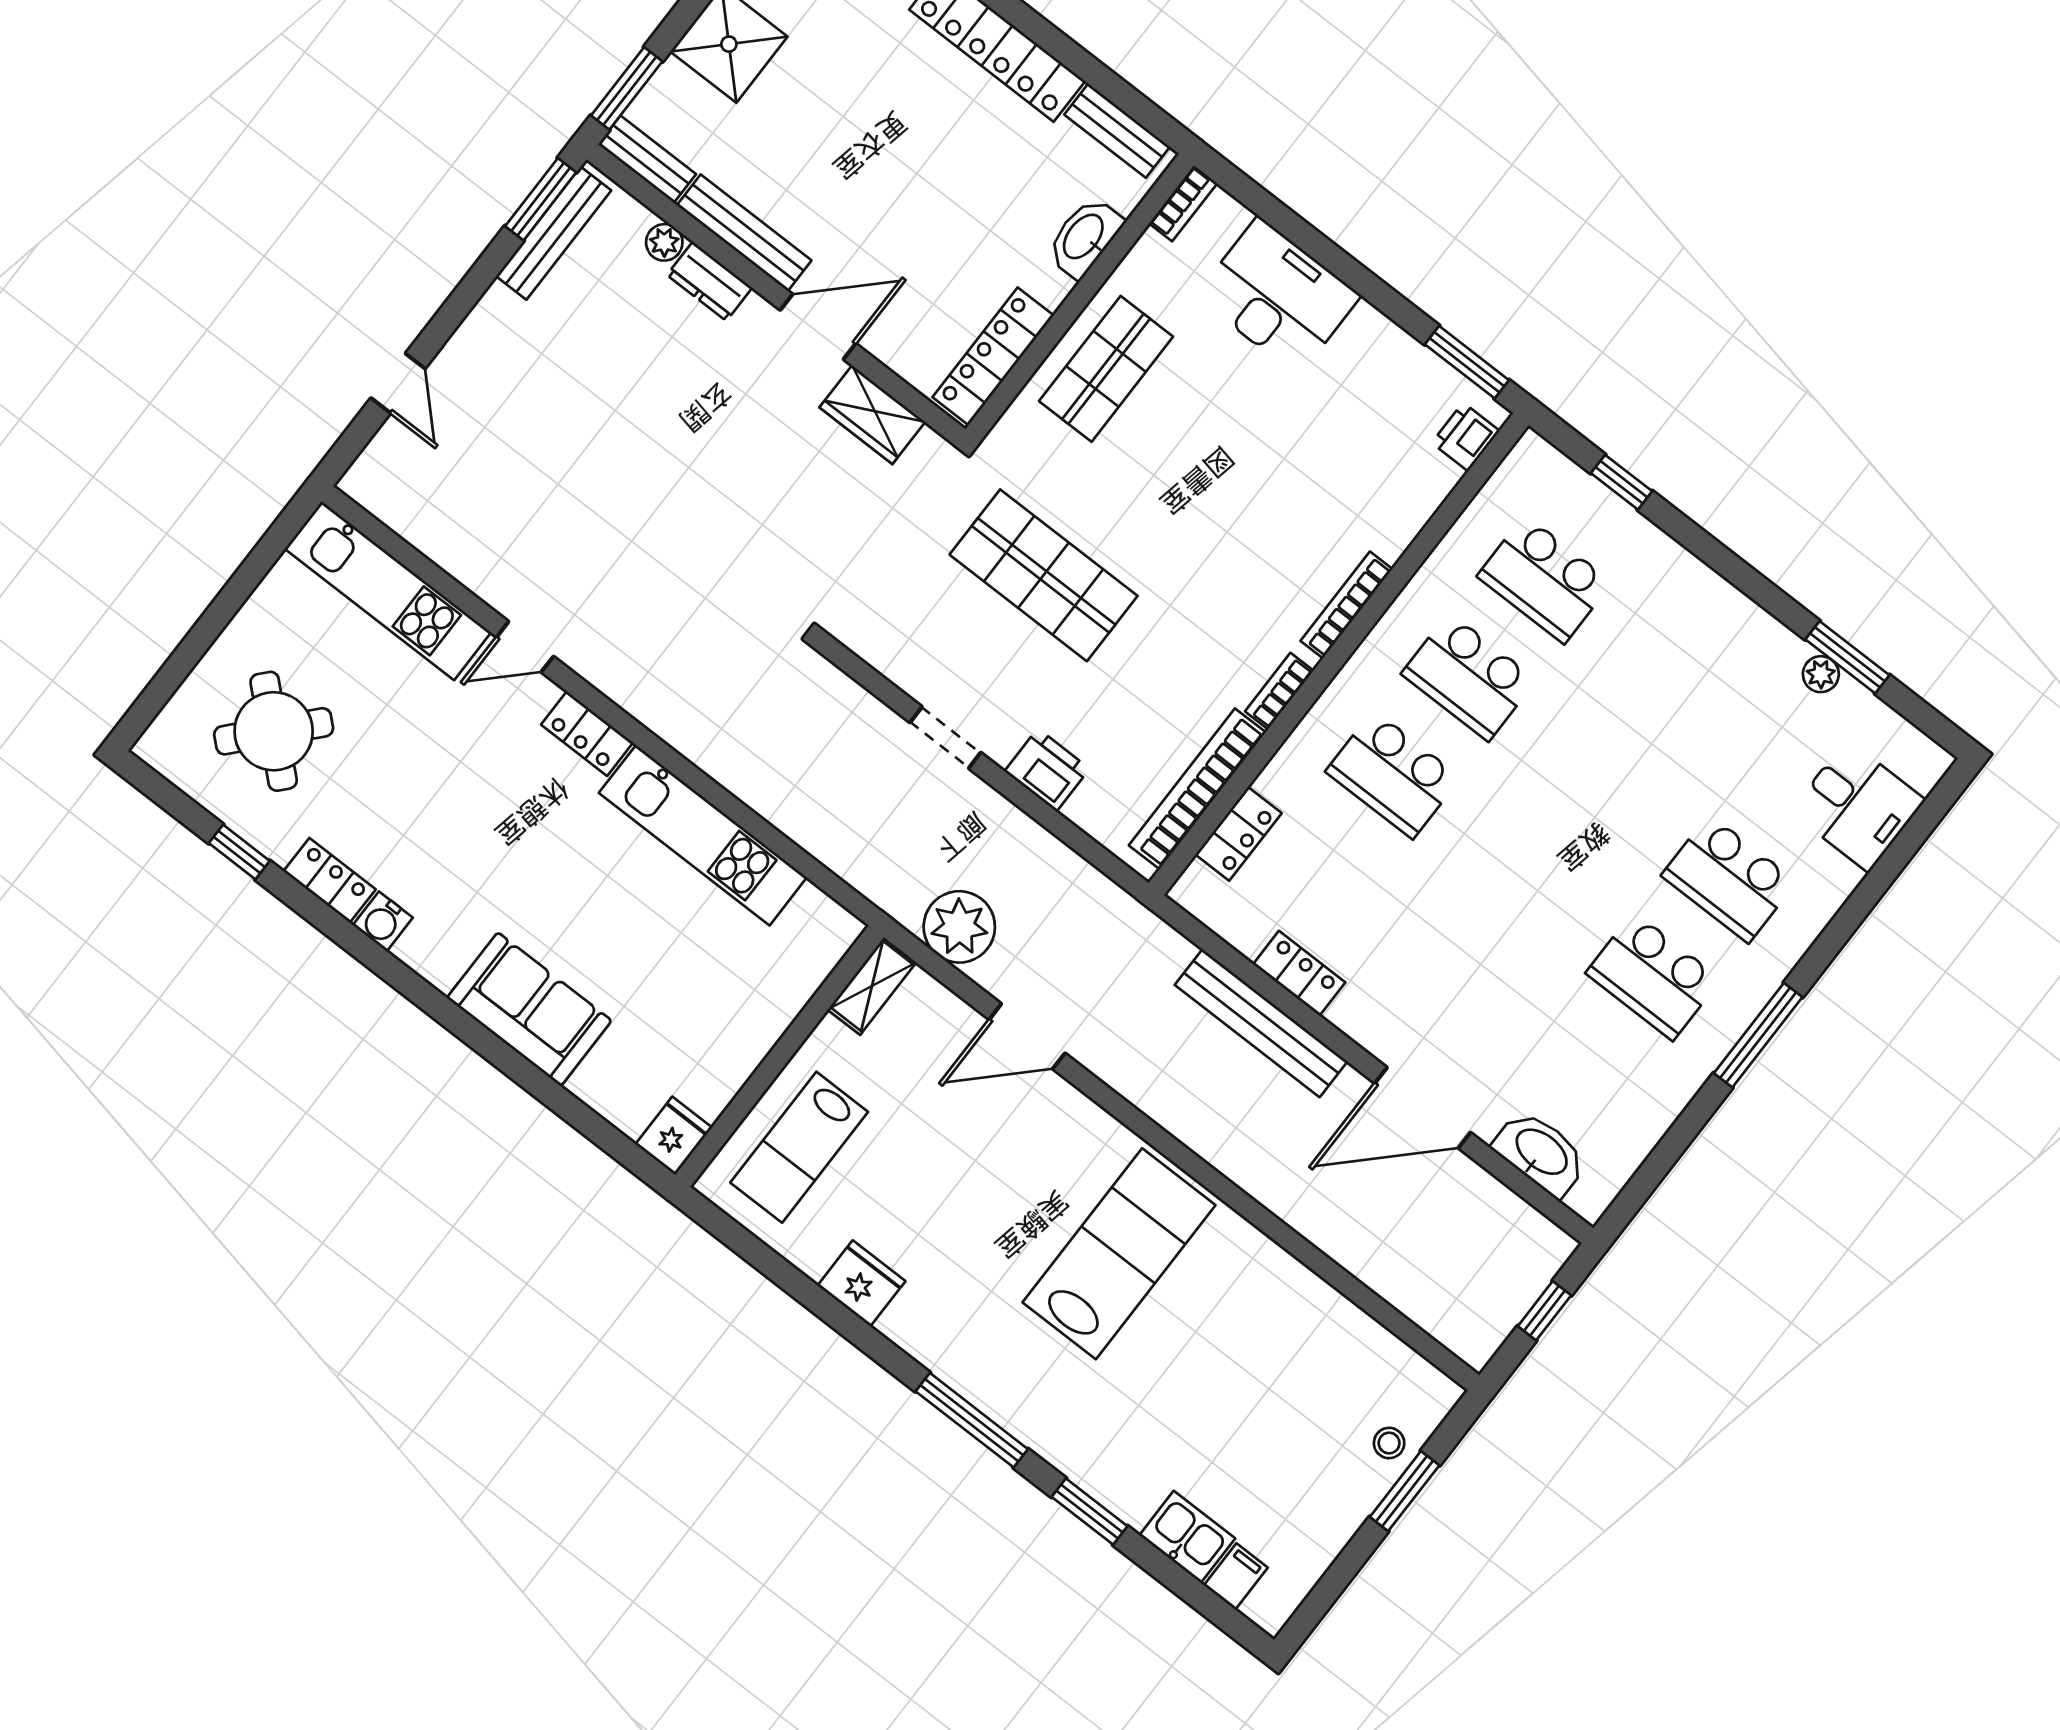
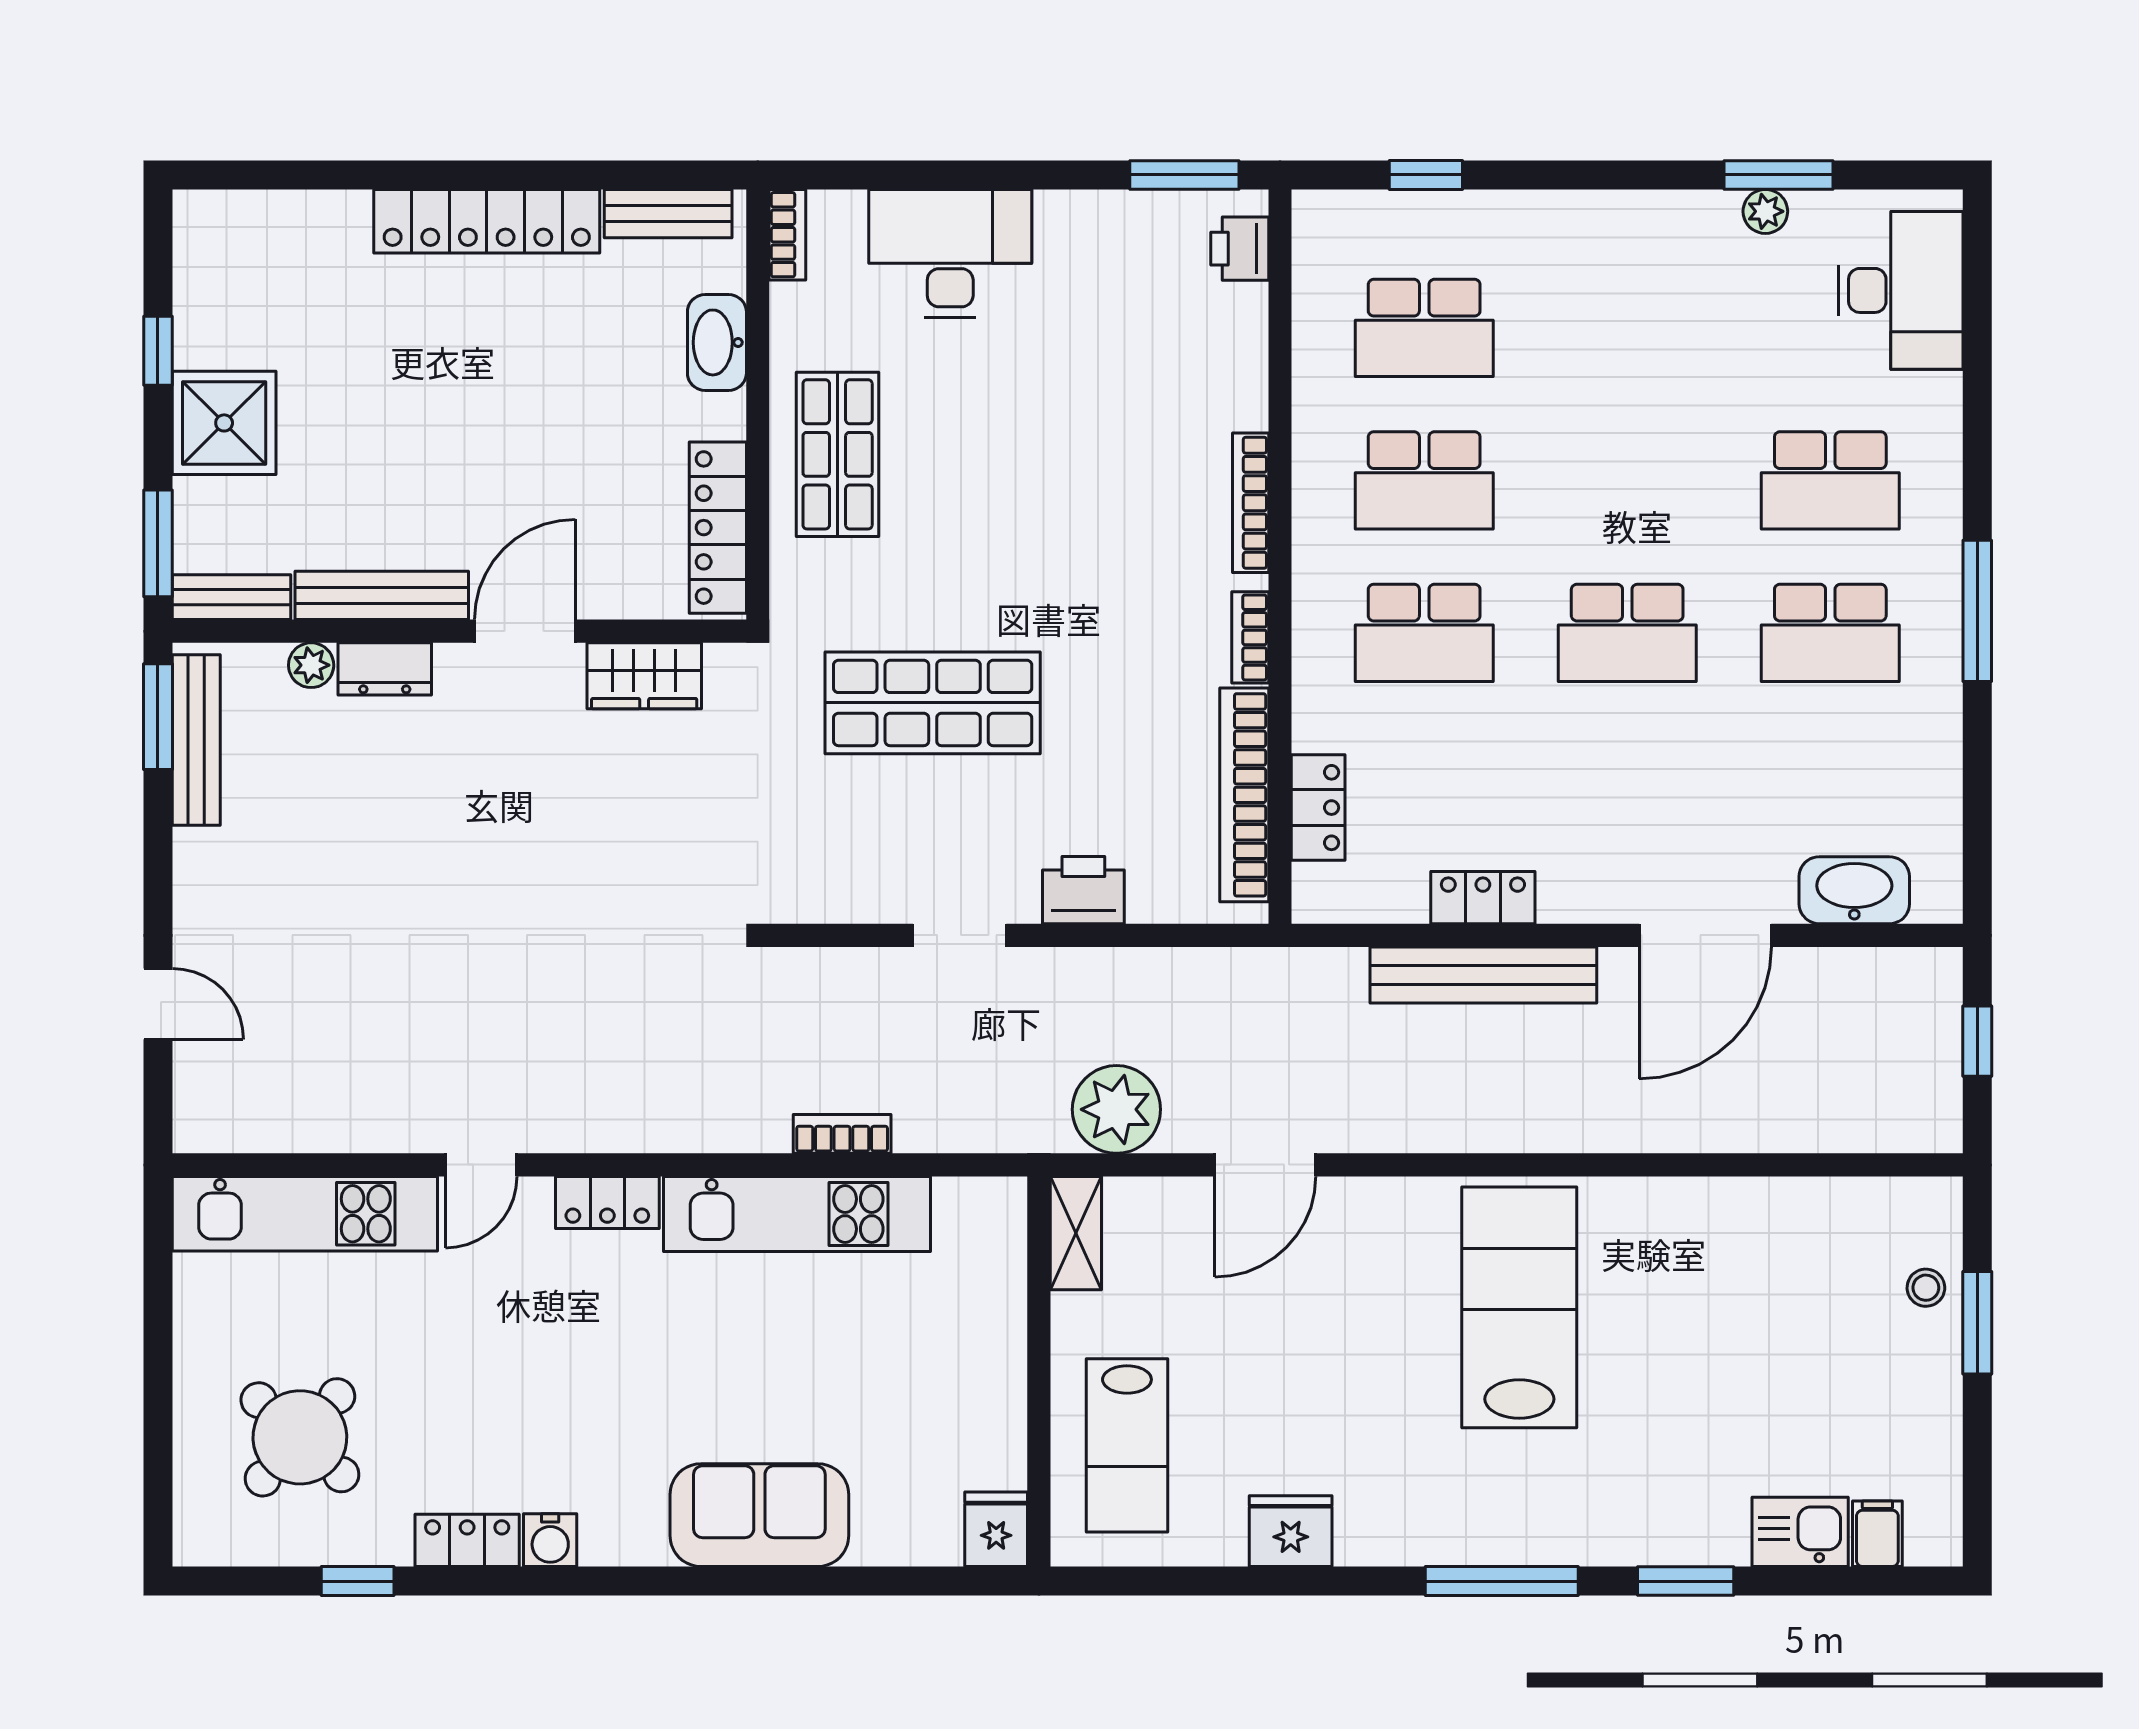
bookcase: (771, 806) -> (842, 1134), added
desk: (1858, 806) -> (1901, 290), width x1.37
school desk: (1523, 875) -> (1627, 633), added

